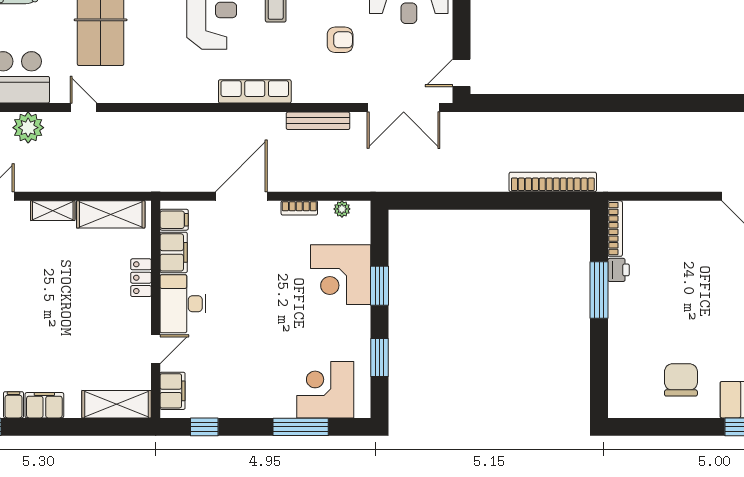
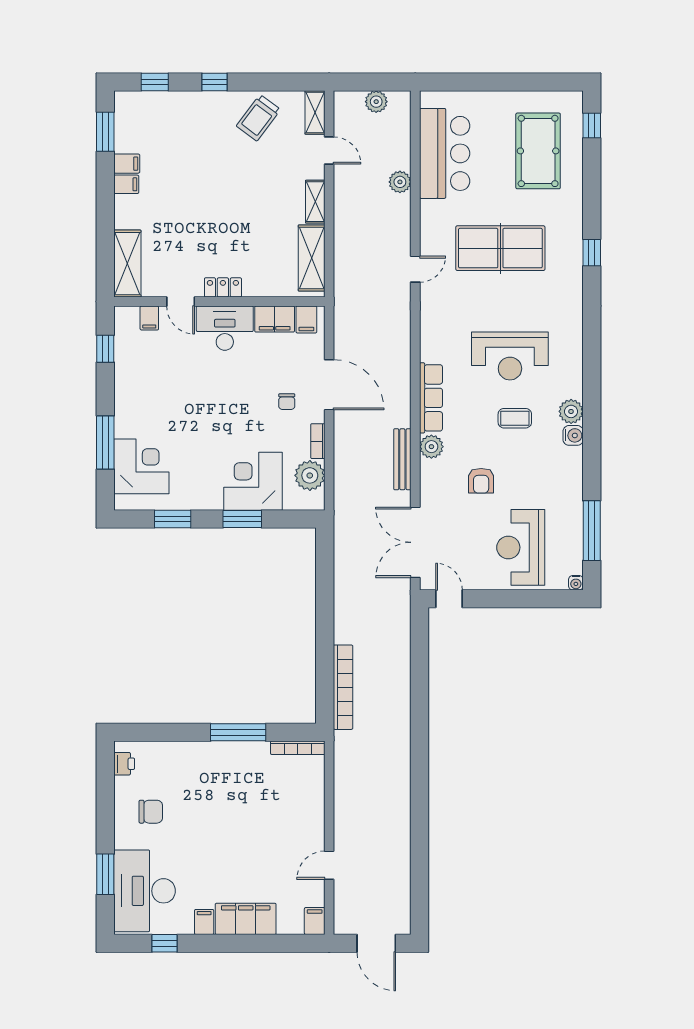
plant: (305, 91) -> (431, 447), added
door: (83, 108) -> (415, 269), moved
plant: (28, 128) -> (400, 182), width x0.73, depth x0.73
plant: (342, 209) -> (310, 475), width x1.88, depth x1.88
chair: (259, 240) -> (287, 402), added
printer: (619, 270) -> (124, 764), moved, turned -90
locker: (141, 278) -> (223, 287), moved
chair: (681, 380) -> (151, 812), width x0.73, depth x0.73
filing cabinet: (172, 391) -> (149, 318), width x0.50
filing cabinet: (44, 405) -> (126, 184), width x0.50

